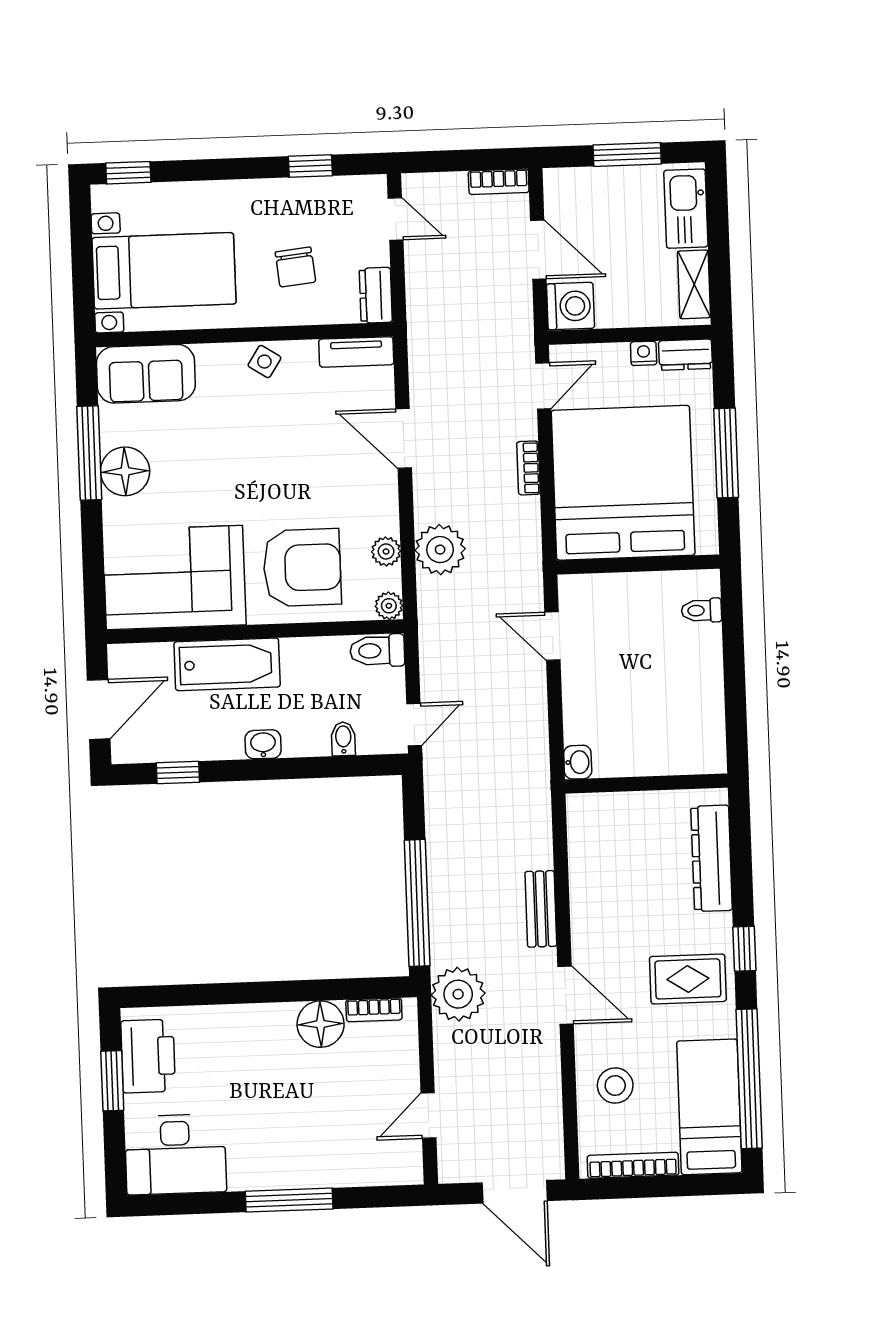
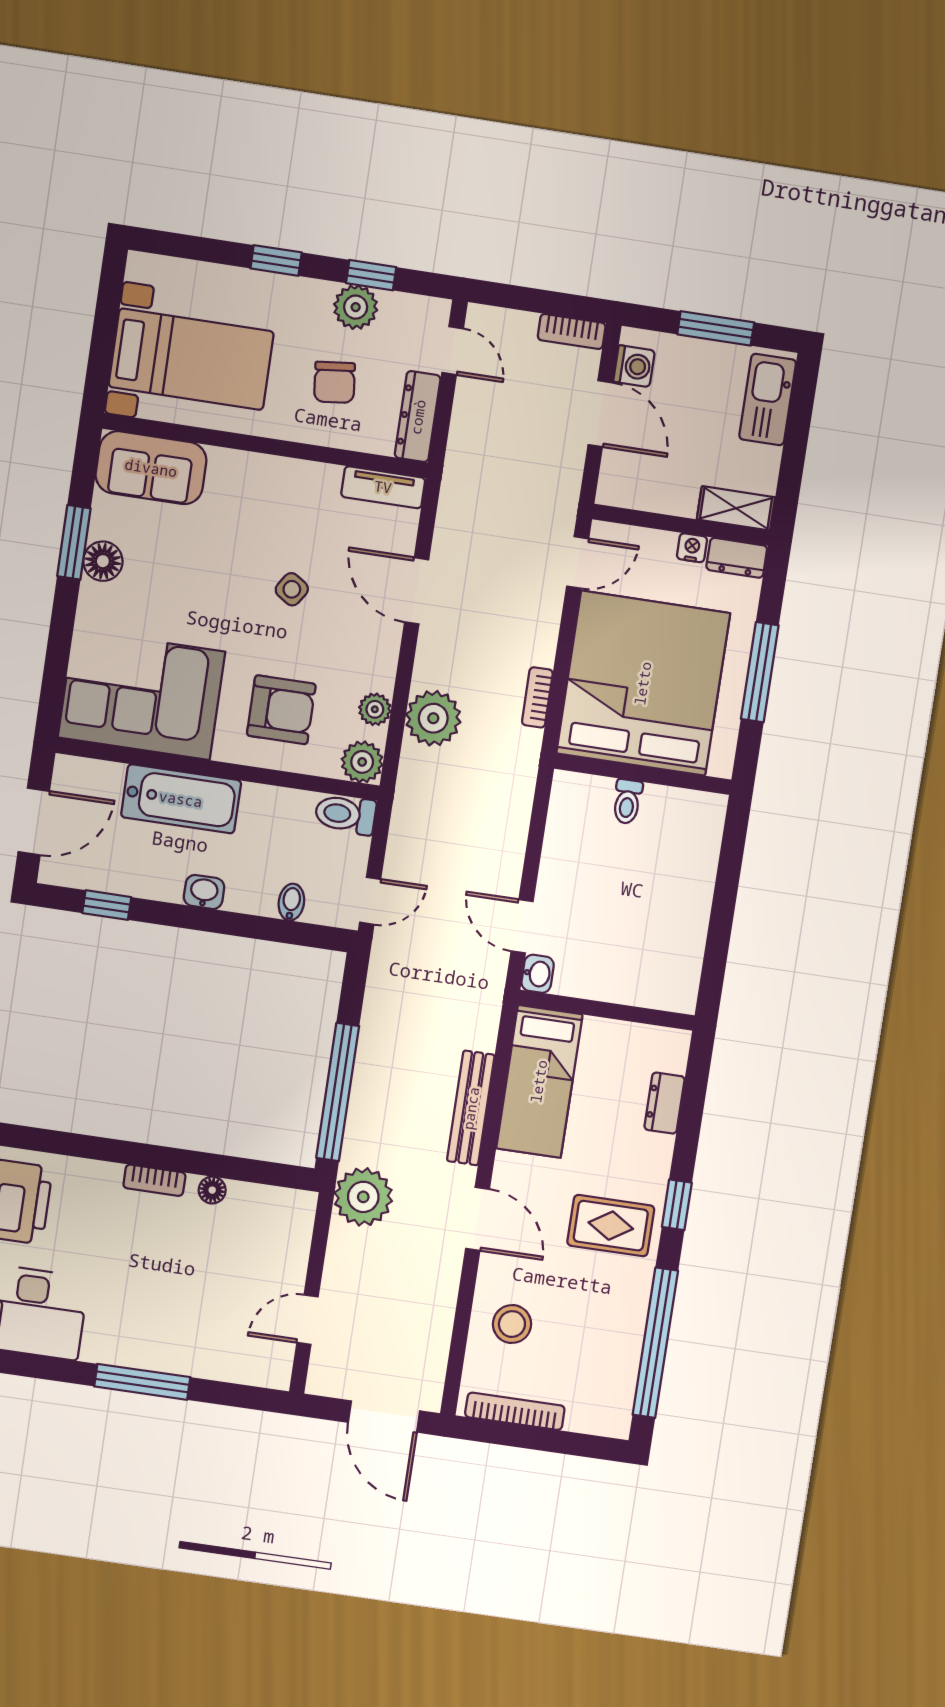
window: (128, 173) -> (276, 260), moved
plant: (302, 197) -> (356, 307), added
shelving: (694, 284) -> (736, 508), moved, turned 90
dresser: (376, 295) -> (418, 417), width x1.44
washing machine: (571, 306) -> (634, 366), moved, width x0.73, depth x0.73
side table: (264, 362) -> (292, 589), moved
window: (89, 453) -> (74, 542), width x0.69
bookcase: (528, 468) -> (537, 697), moved
floor lamp: (125, 471) -> (103, 561), width x0.73, depth x0.73
armchair: (302, 568) -> (281, 710), width x0.73, depth x0.73
plant: (389, 606) -> (362, 762), width x1.38, depth x1.38
toilet: (702, 610) -> (627, 802), moved, turned -90
door: (552, 636) -> (522, 926), moved
dresser: (712, 858) -> (664, 1103), width x0.51, depth x0.80
bench: (541, 909) -> (471, 1108), width x1.36
bookcase: (374, 1010) -> (154, 1180), moved
floor lamp: (321, 1024) -> (212, 1190), width x0.53, depth x0.53
bed: (709, 1107) -> (539, 1081), moved, turned 180

